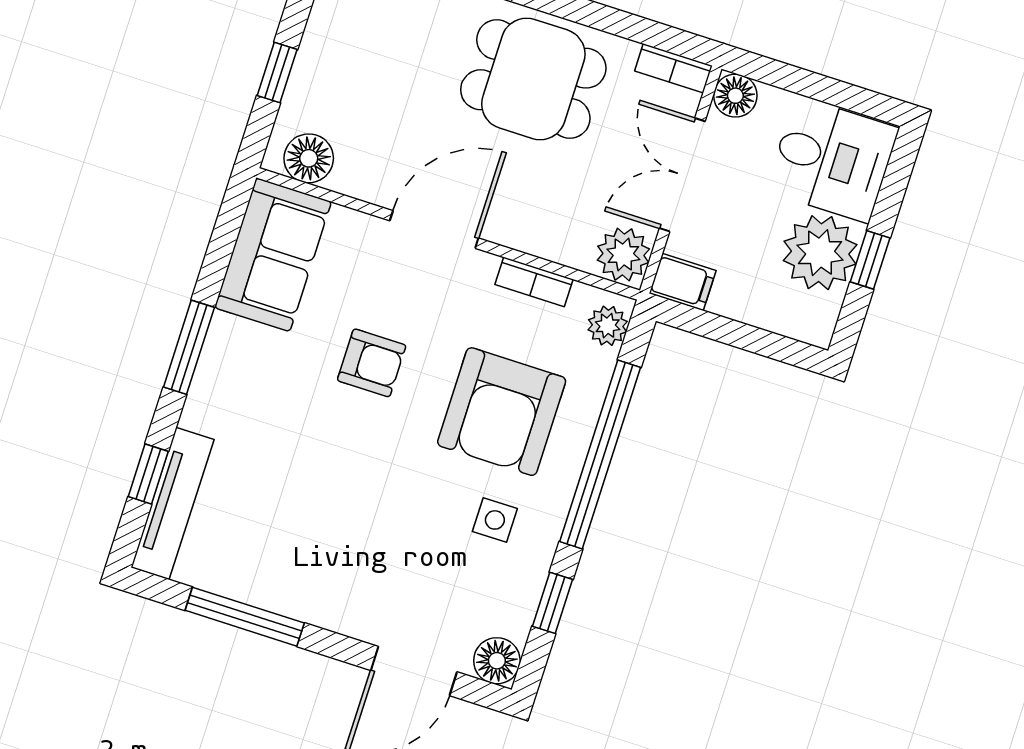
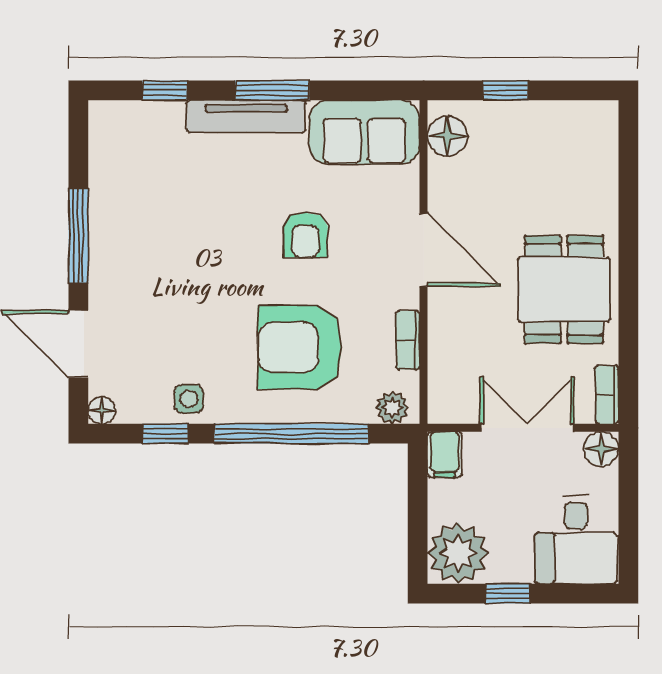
plant: (820, 253) -> (458, 553), moved
plant: (623, 254) -> (451, 402), removed
tv unit: (172, 503) -> (246, 116), moved
side table: (495, 520) -> (189, 399), moved
window: (245, 617) -> (78, 236), moved
floor lamp: (497, 661) -> (102, 410), width x0.73, depth x0.73

